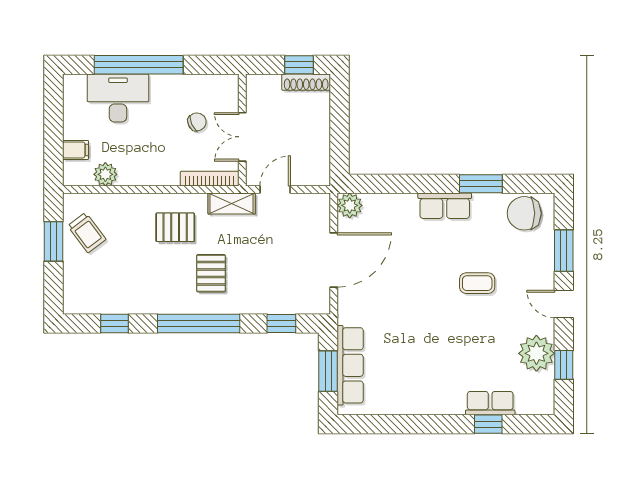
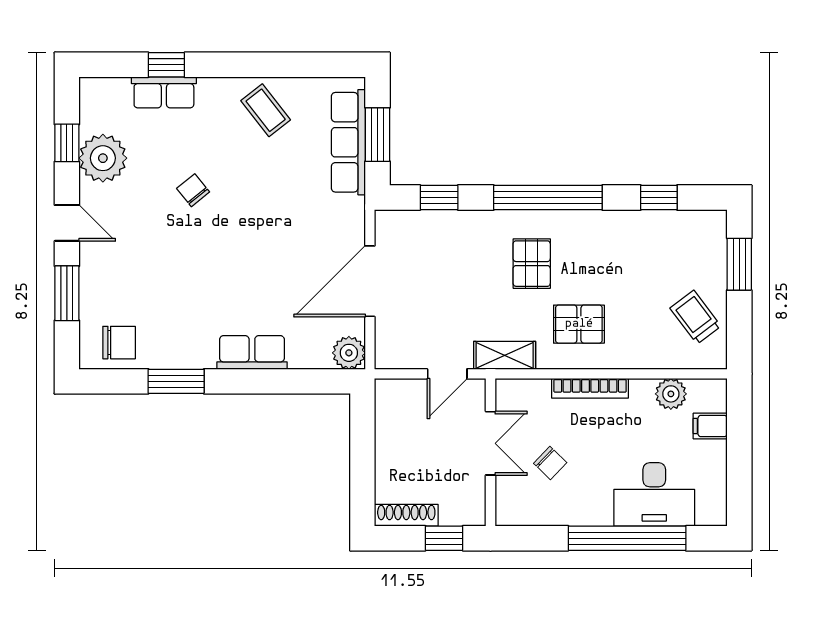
window: (299, 65) -> (444, 538), moved
chair: (197, 122) -> (550, 463), turned -111
bookcase: (210, 179) -> (590, 388), moved
row of seats: (445, 206) -> (252, 352), moved
chair: (524, 213) -> (119, 343), width x0.73, depth x0.73
window: (53, 241) -> (739, 264), moved
coffee table: (477, 283) -> (266, 110), moved, turned 52
chair: (468, 329) -> (193, 190), added

